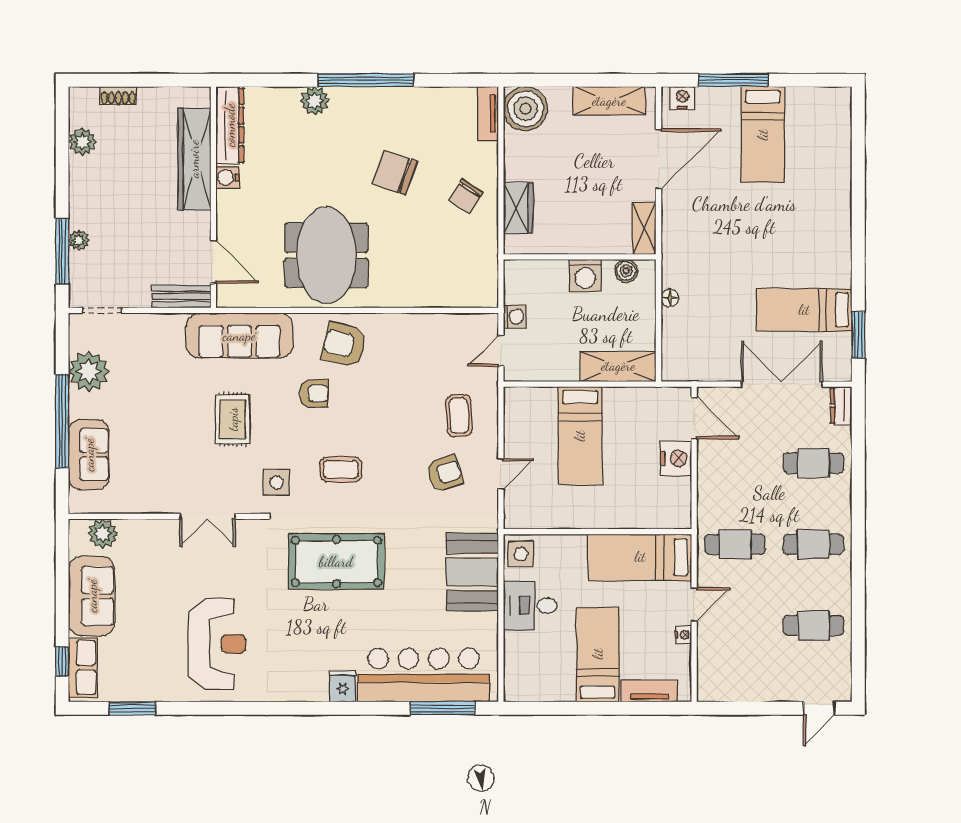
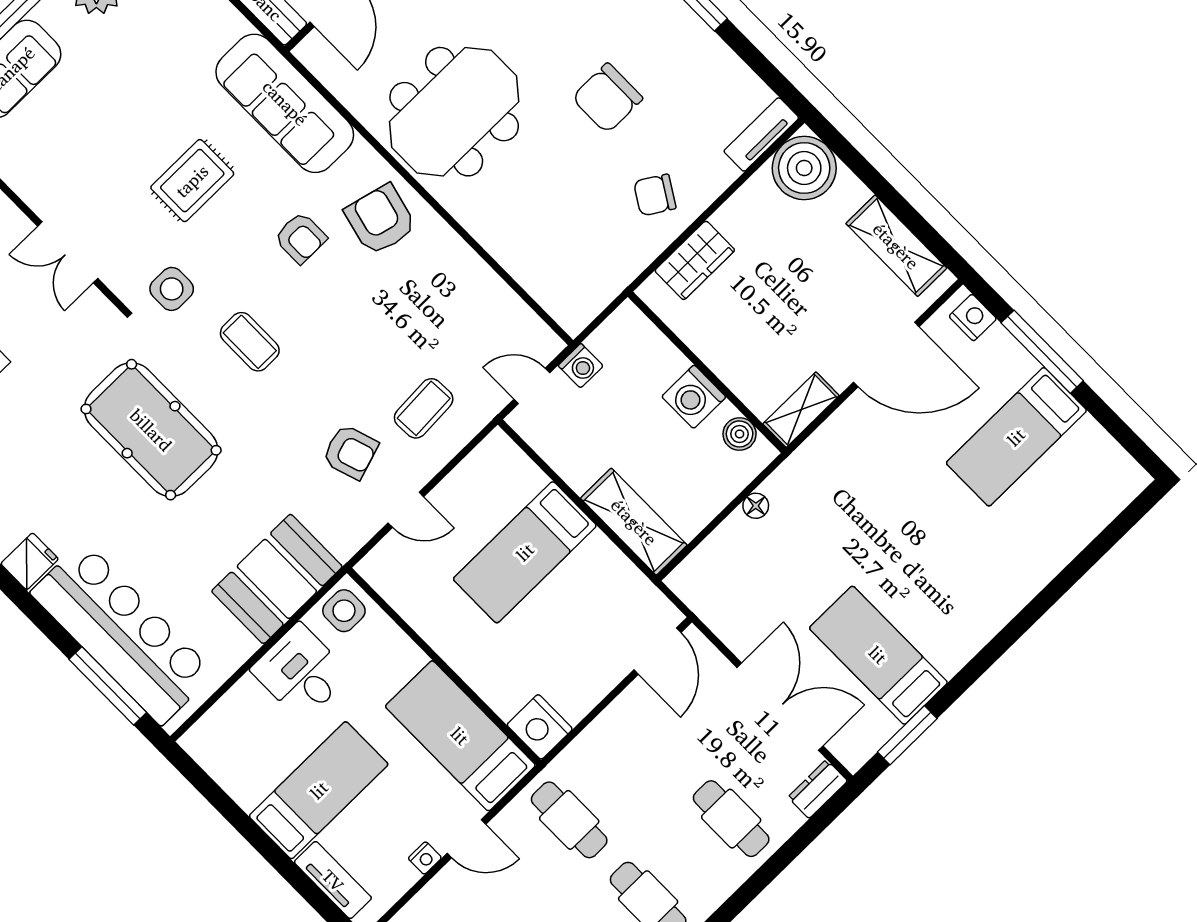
chair: (394, 172) -> (607, 98), turned -109
nightstand: (676, 458) -> (540, 727), moved, turned 90

